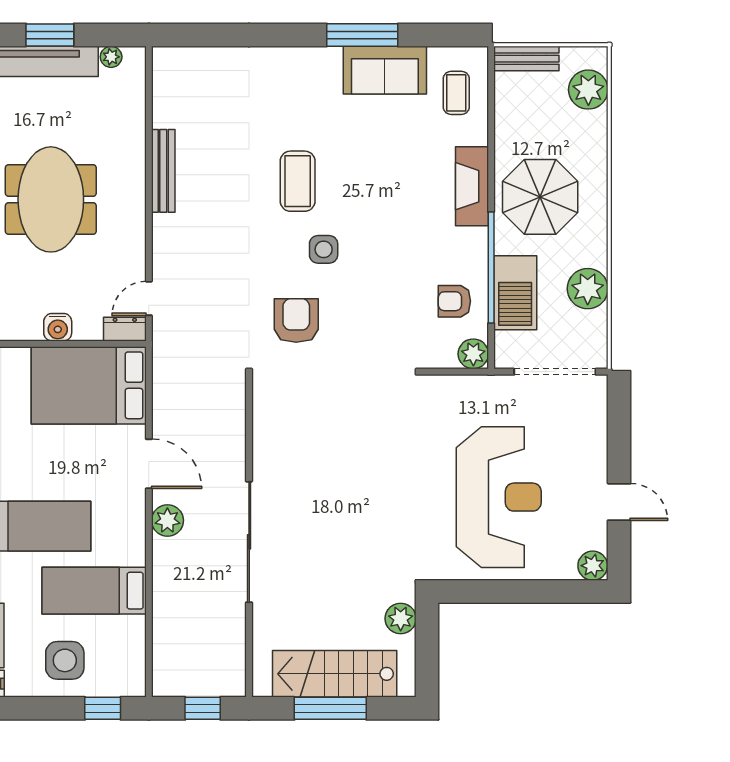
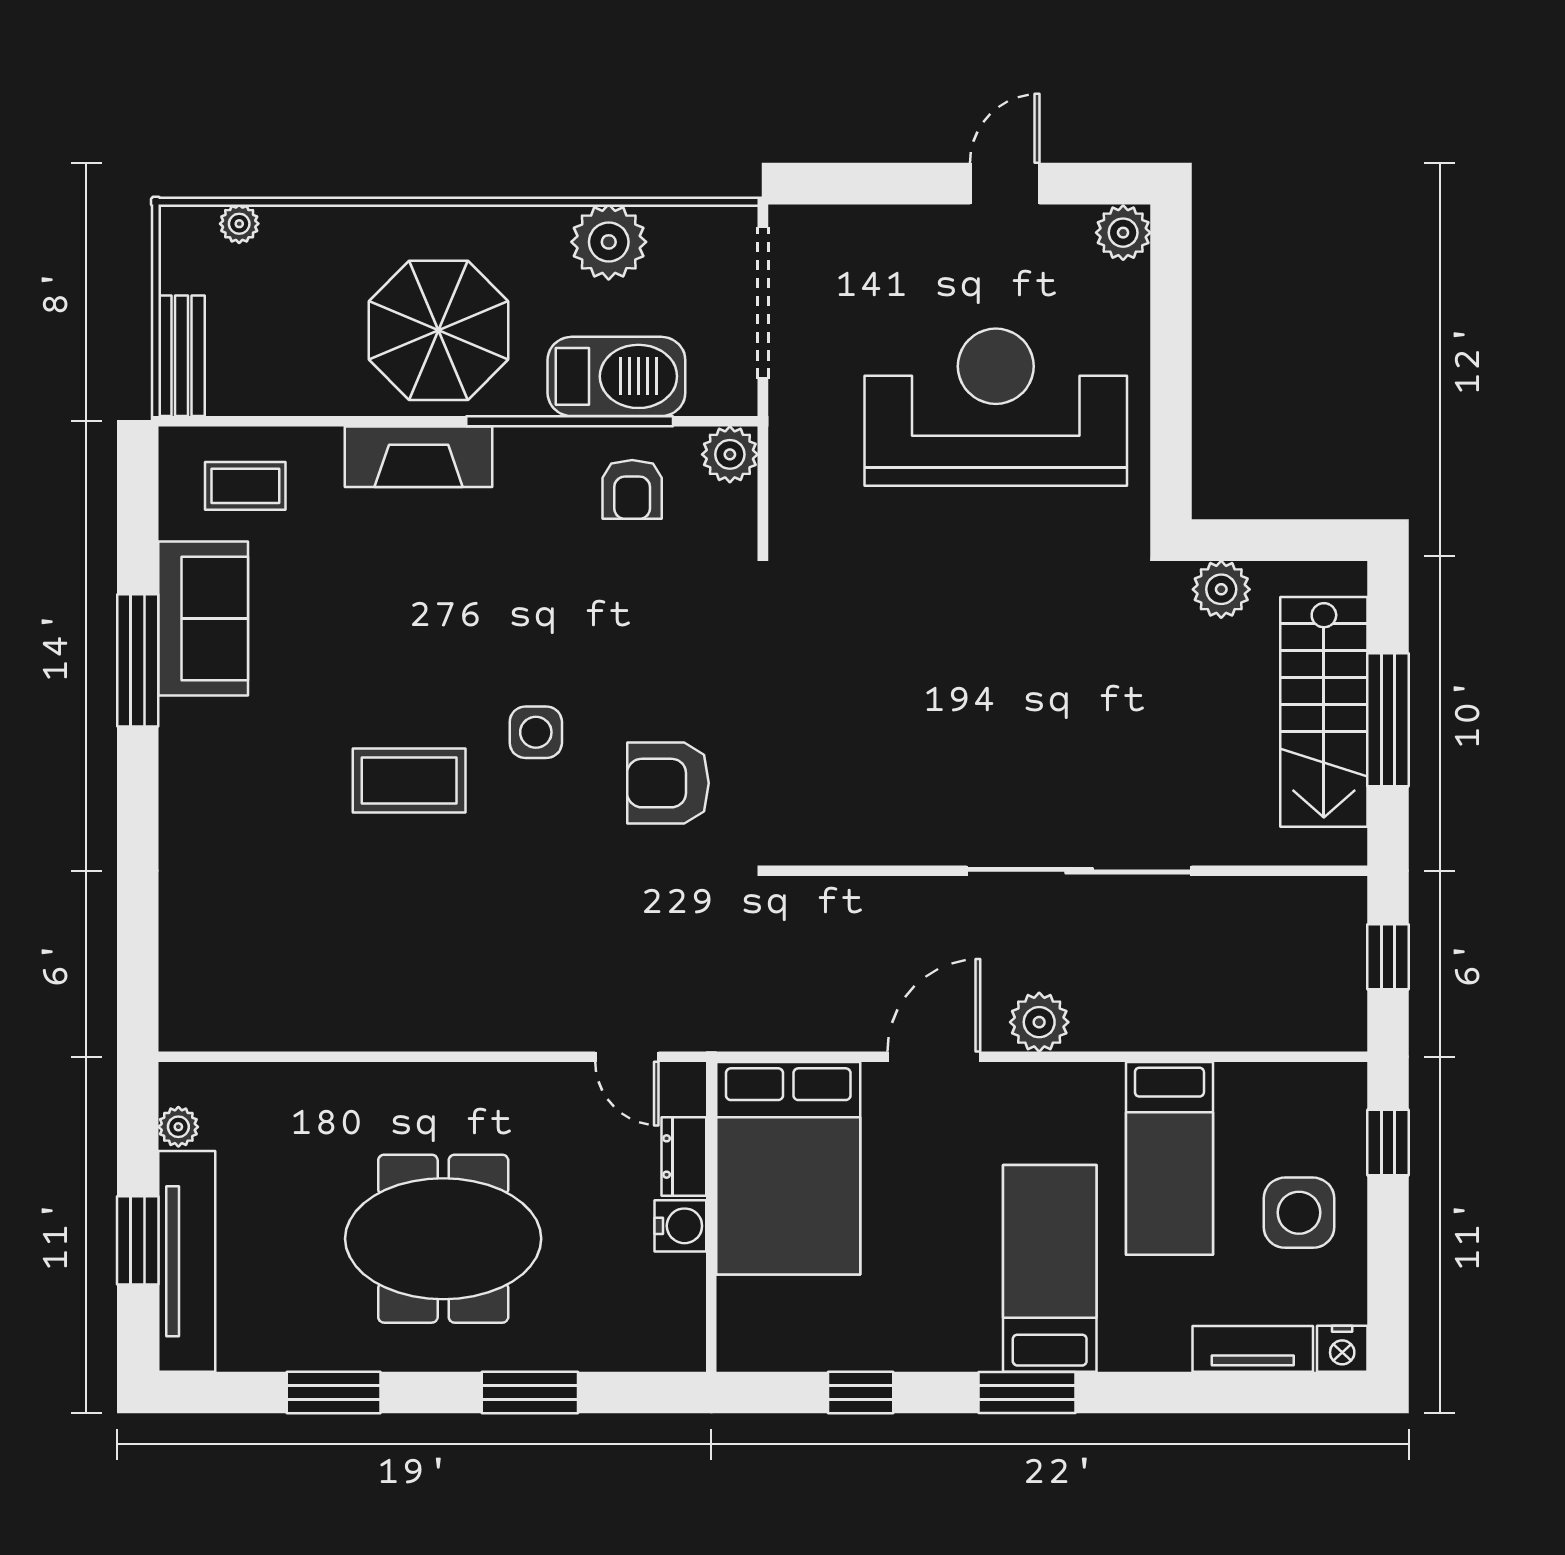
plant: (588, 90) -> (239, 224), width x0.53, depth x0.53
bench: (163, 171) -> (390, 1030), removed
dresser: (125, 329) -> (684, 1156), moved

